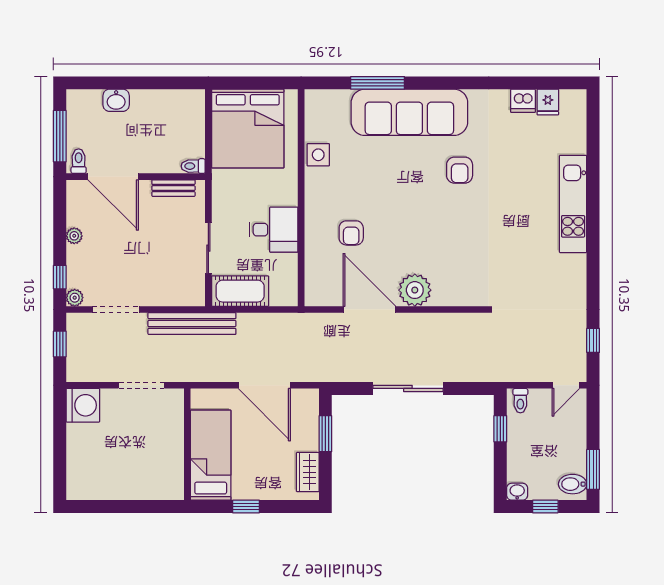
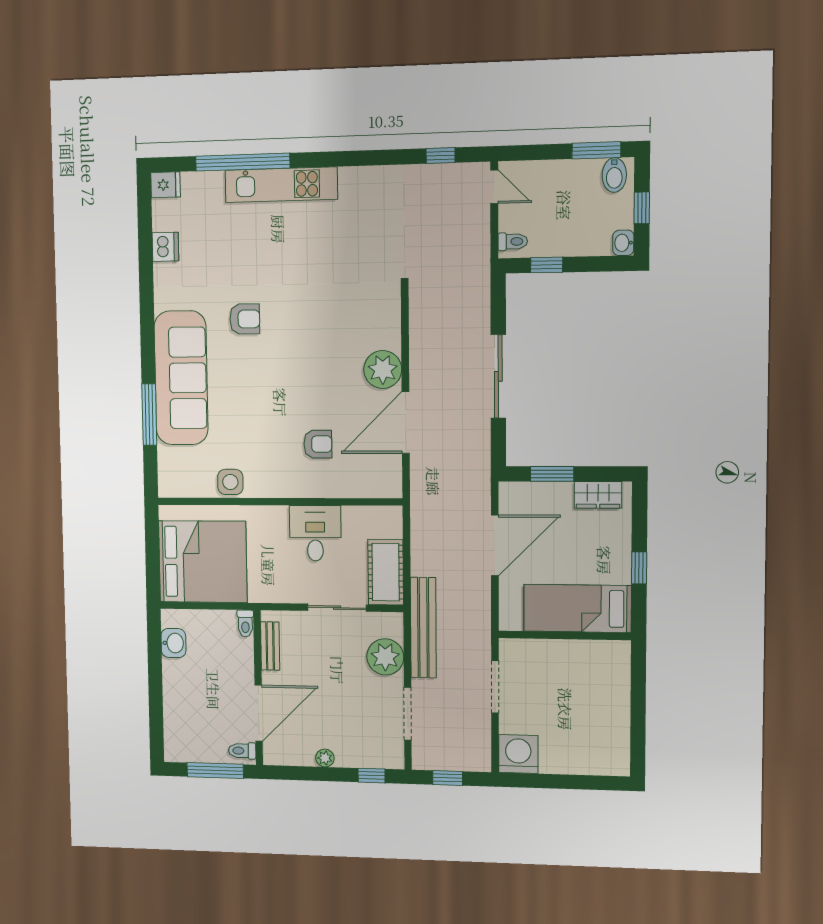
washbasin: (116, 100) -> (173, 643), moved
fridge: (548, 102) -> (166, 185), moved
window: (593, 171) -> (243, 162), added
plant: (75, 298) -> (385, 657), moved, width x1.87, depth x1.87

